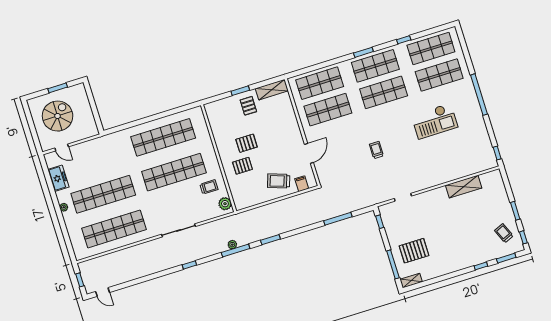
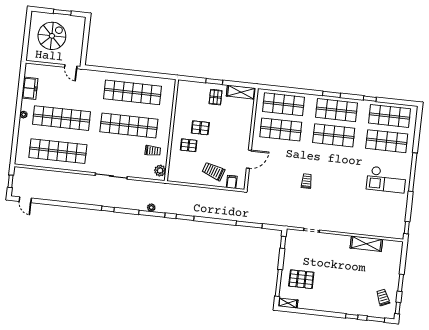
checkout: (434, 121) -> (386, 180), moved
door: (62, 147) -> (71, 67), moved

